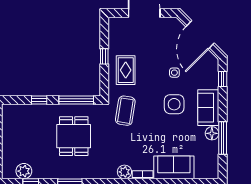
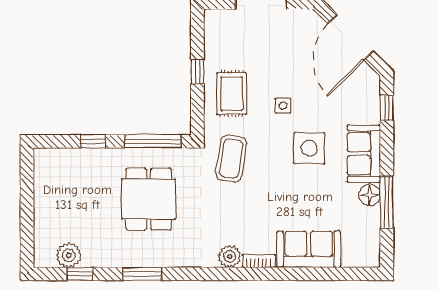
side table: (174, 73) -> (283, 106), moved

